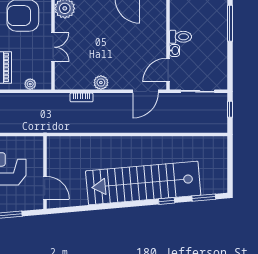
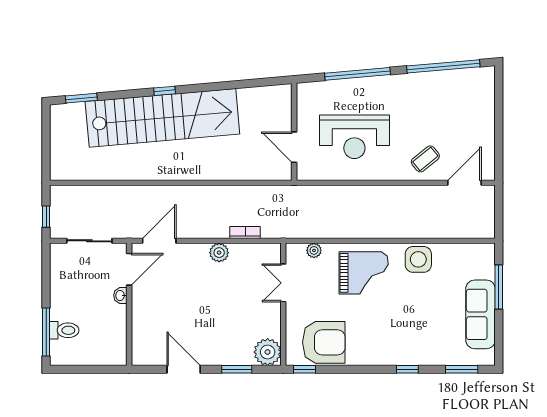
toilet: (180, 37) -> (64, 330), moved, turned 180
double door: (53, 47) -> (283, 283), moved
door: (45, 188) -> (294, 147), moved
window: (167, 201) -> (165, 91), moved

